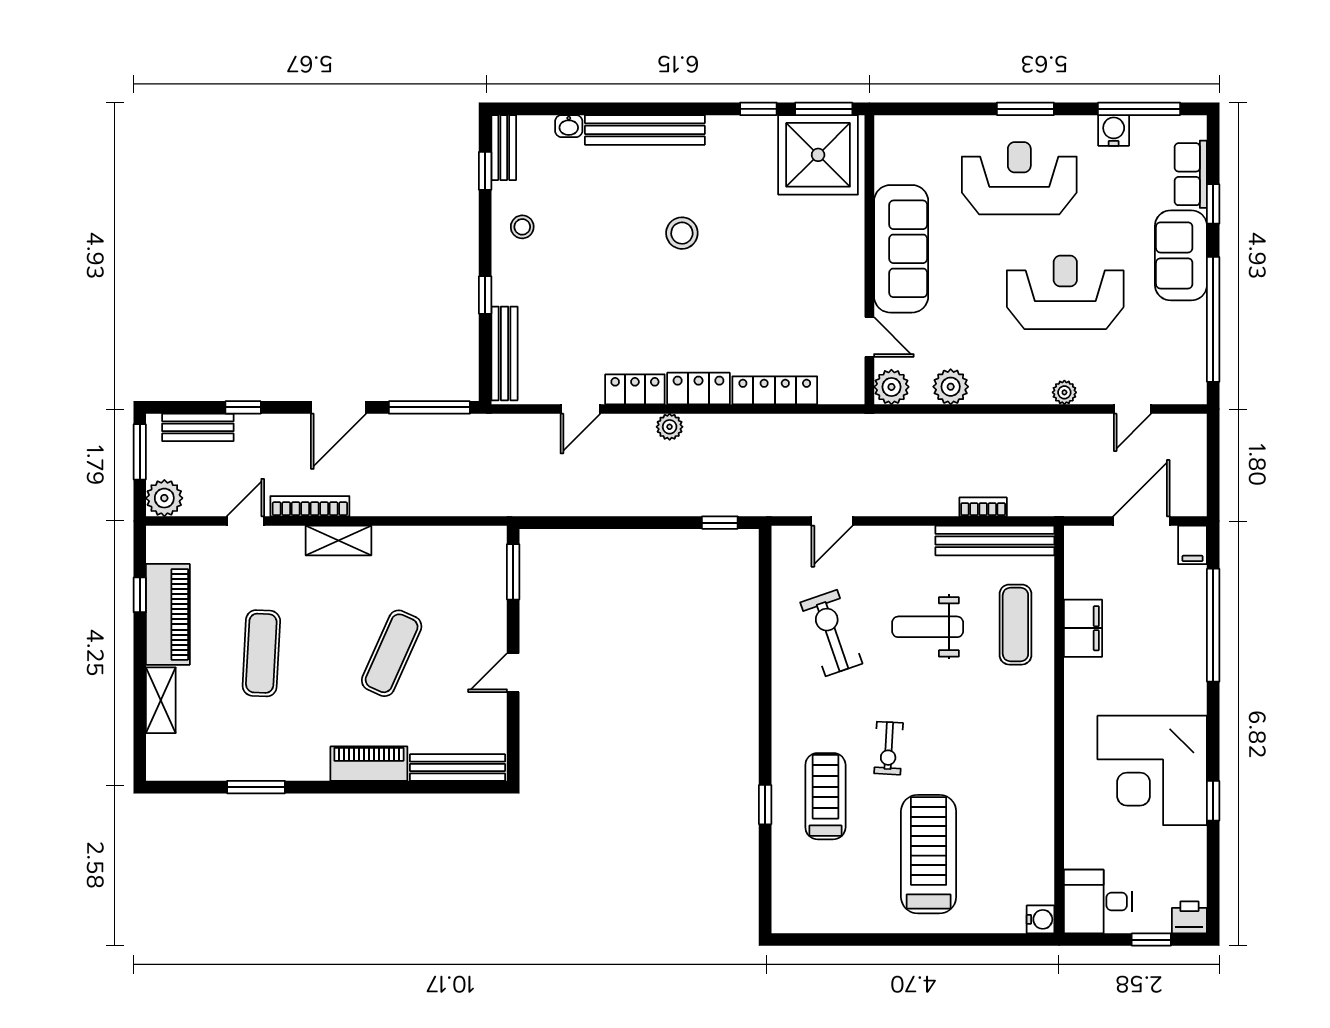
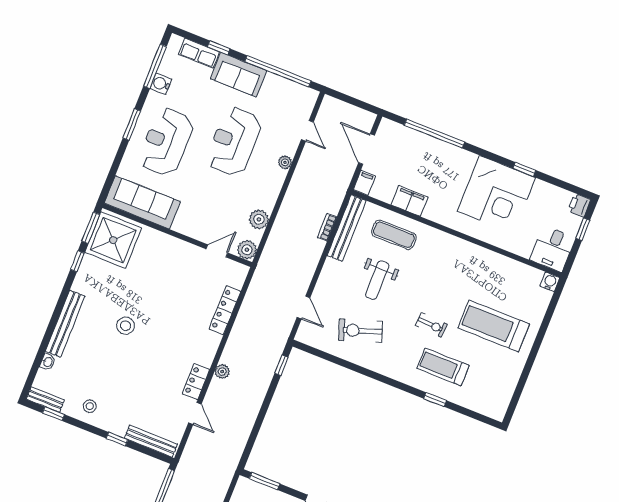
sofa: (901, 249) -> (142, 202), moved
locker: (698, 389) -> (208, 349), removed
filing cabinet: (1193, 545) -> (364, 183), moved, turned -90

